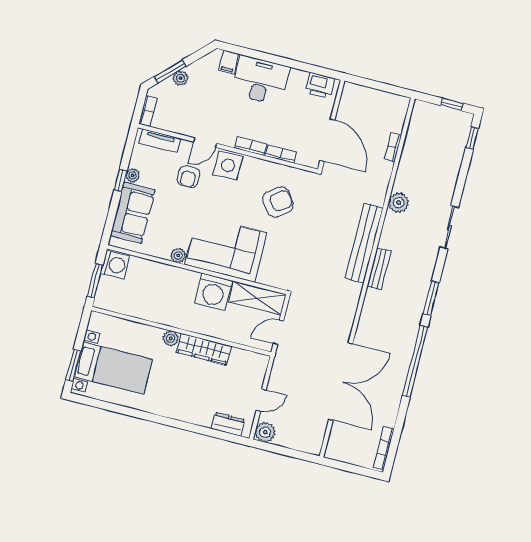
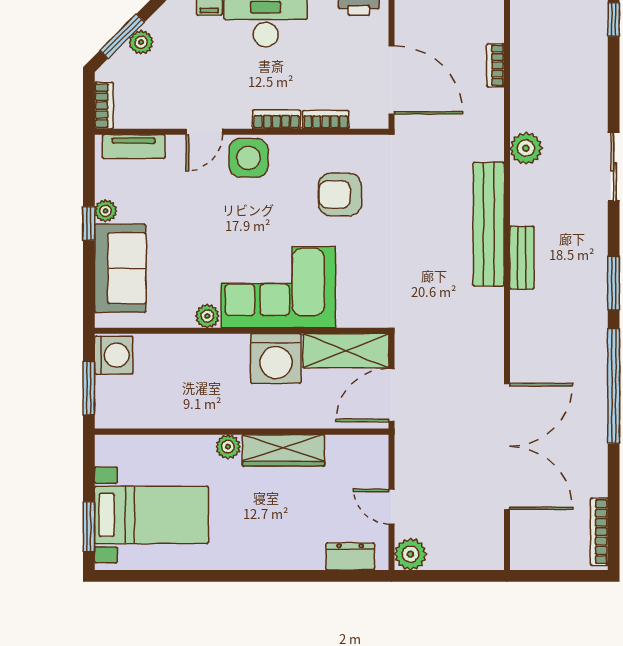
armchair: (188, 177) -> (192, 191), removed
armchair: (278, 202) -> (340, 194), turned -142
door: (278, 332) -> (392, 395), width x1.38
door: (261, 400) -> (392, 507), swing flipped

